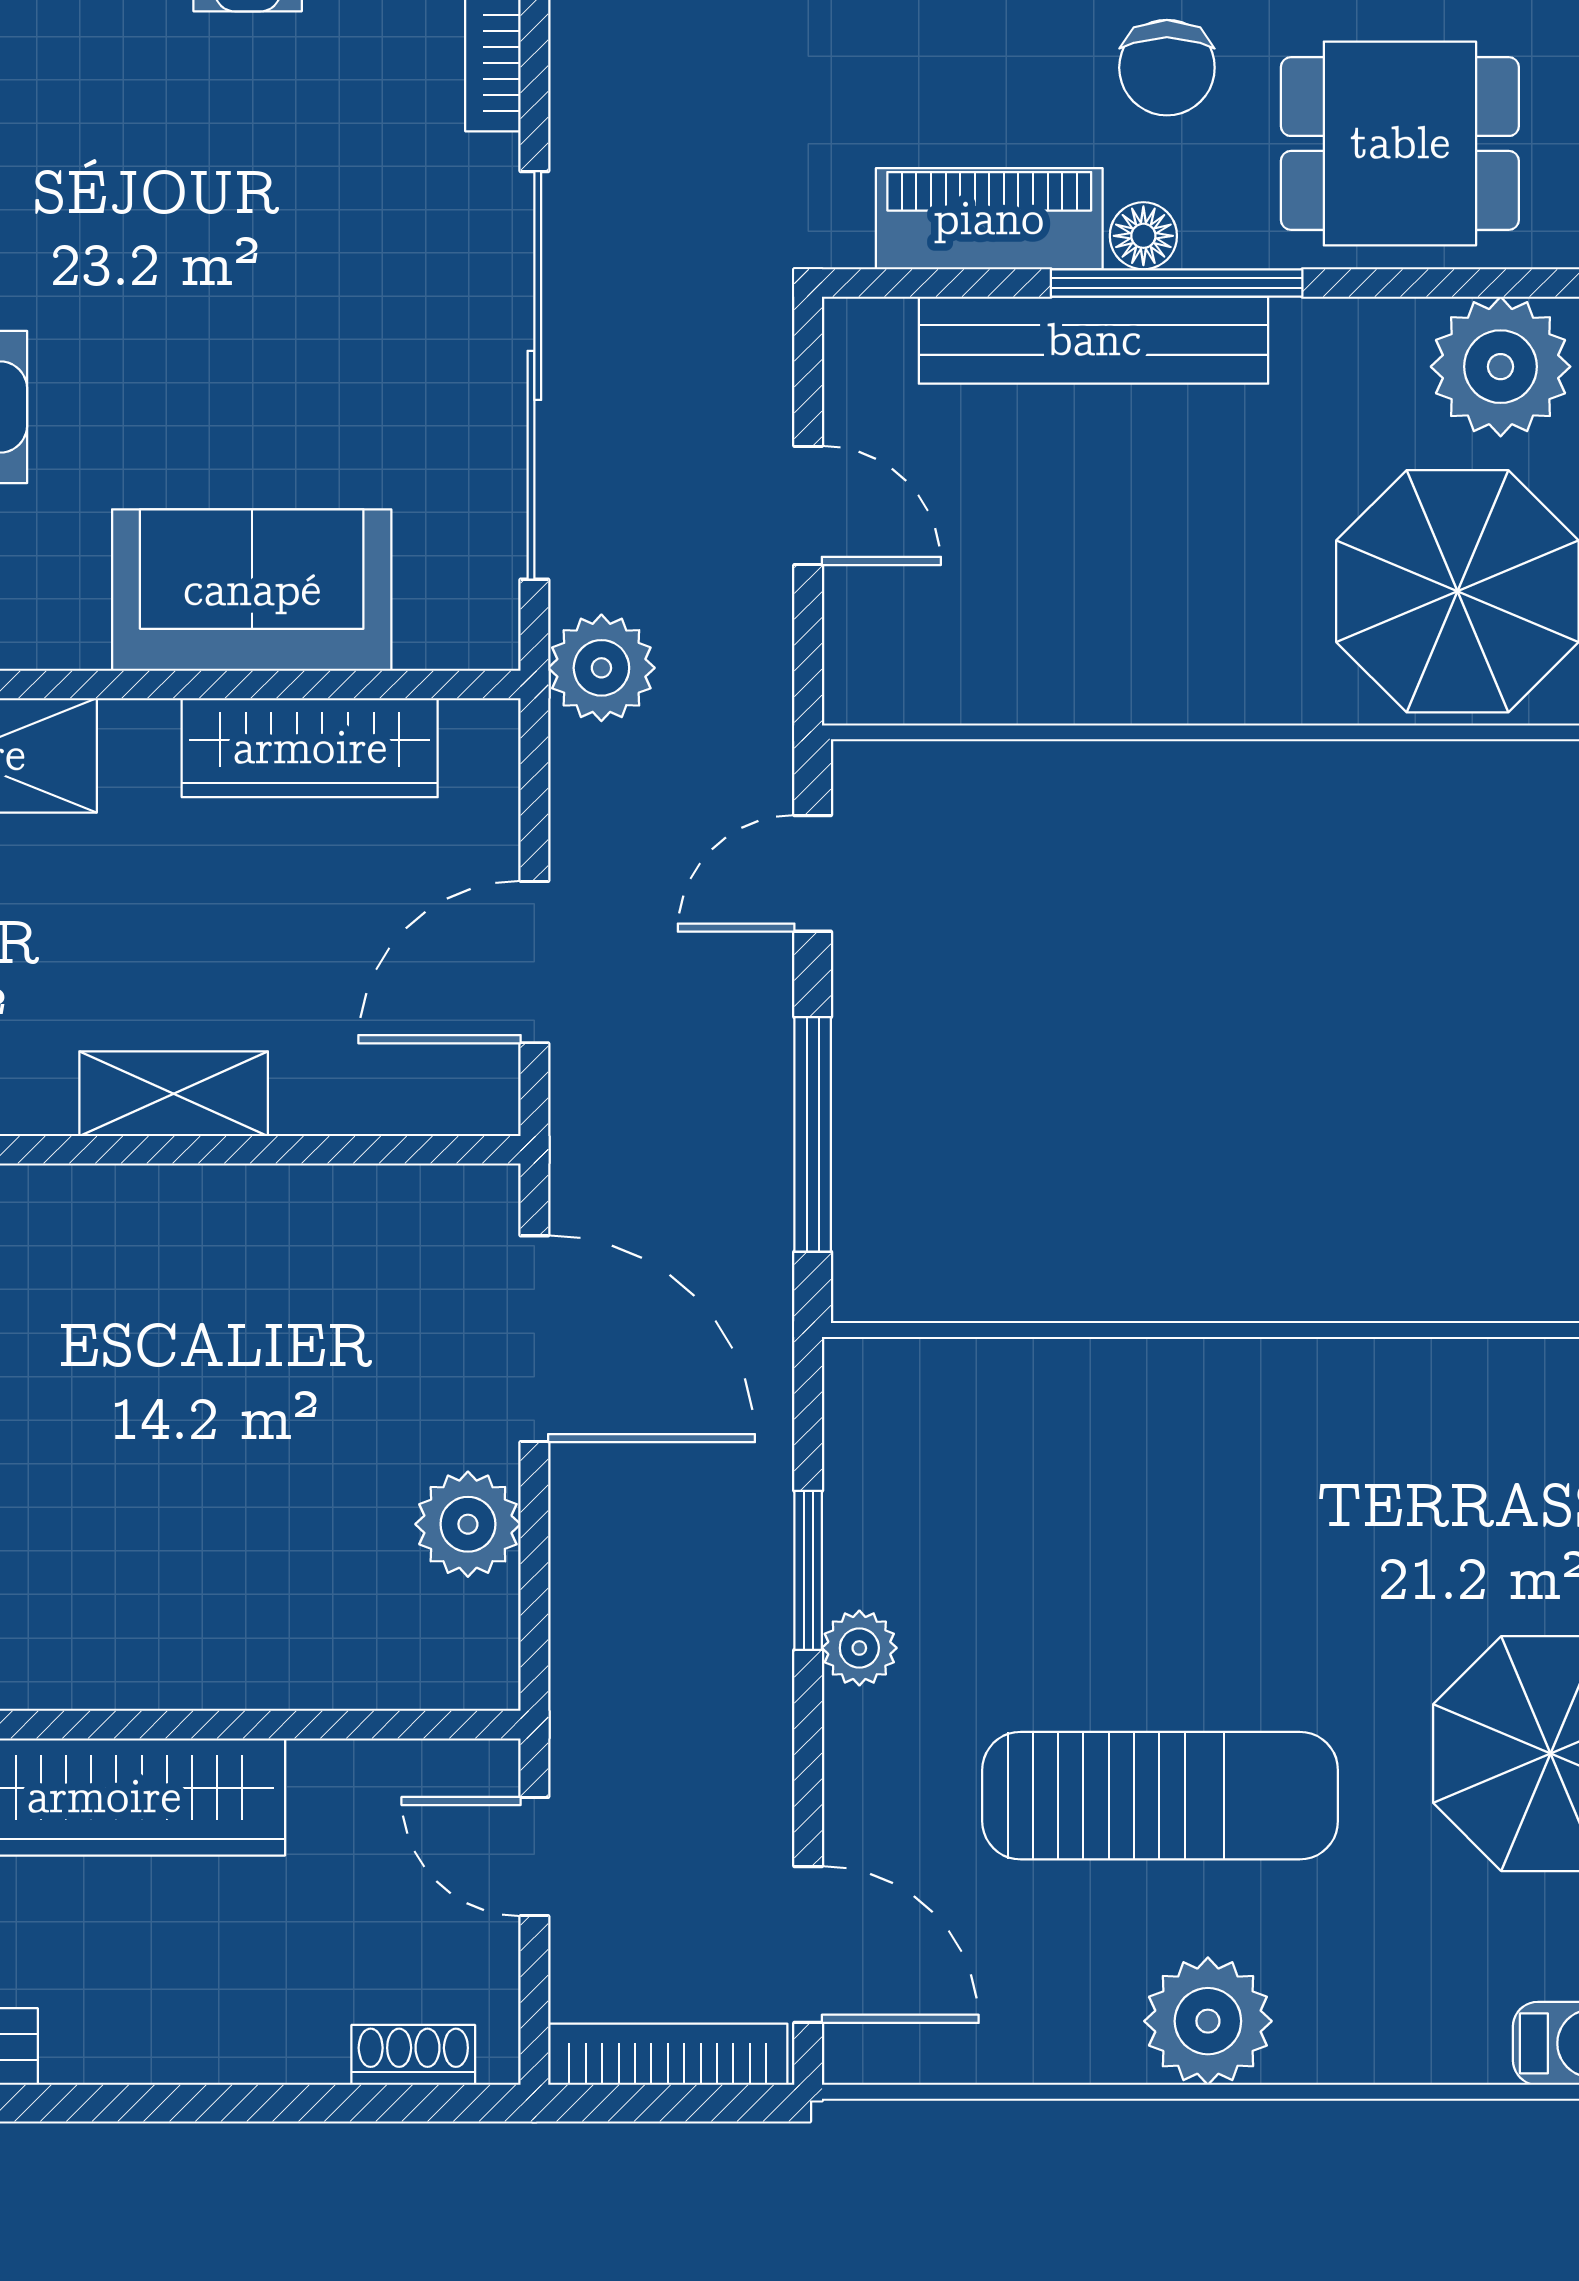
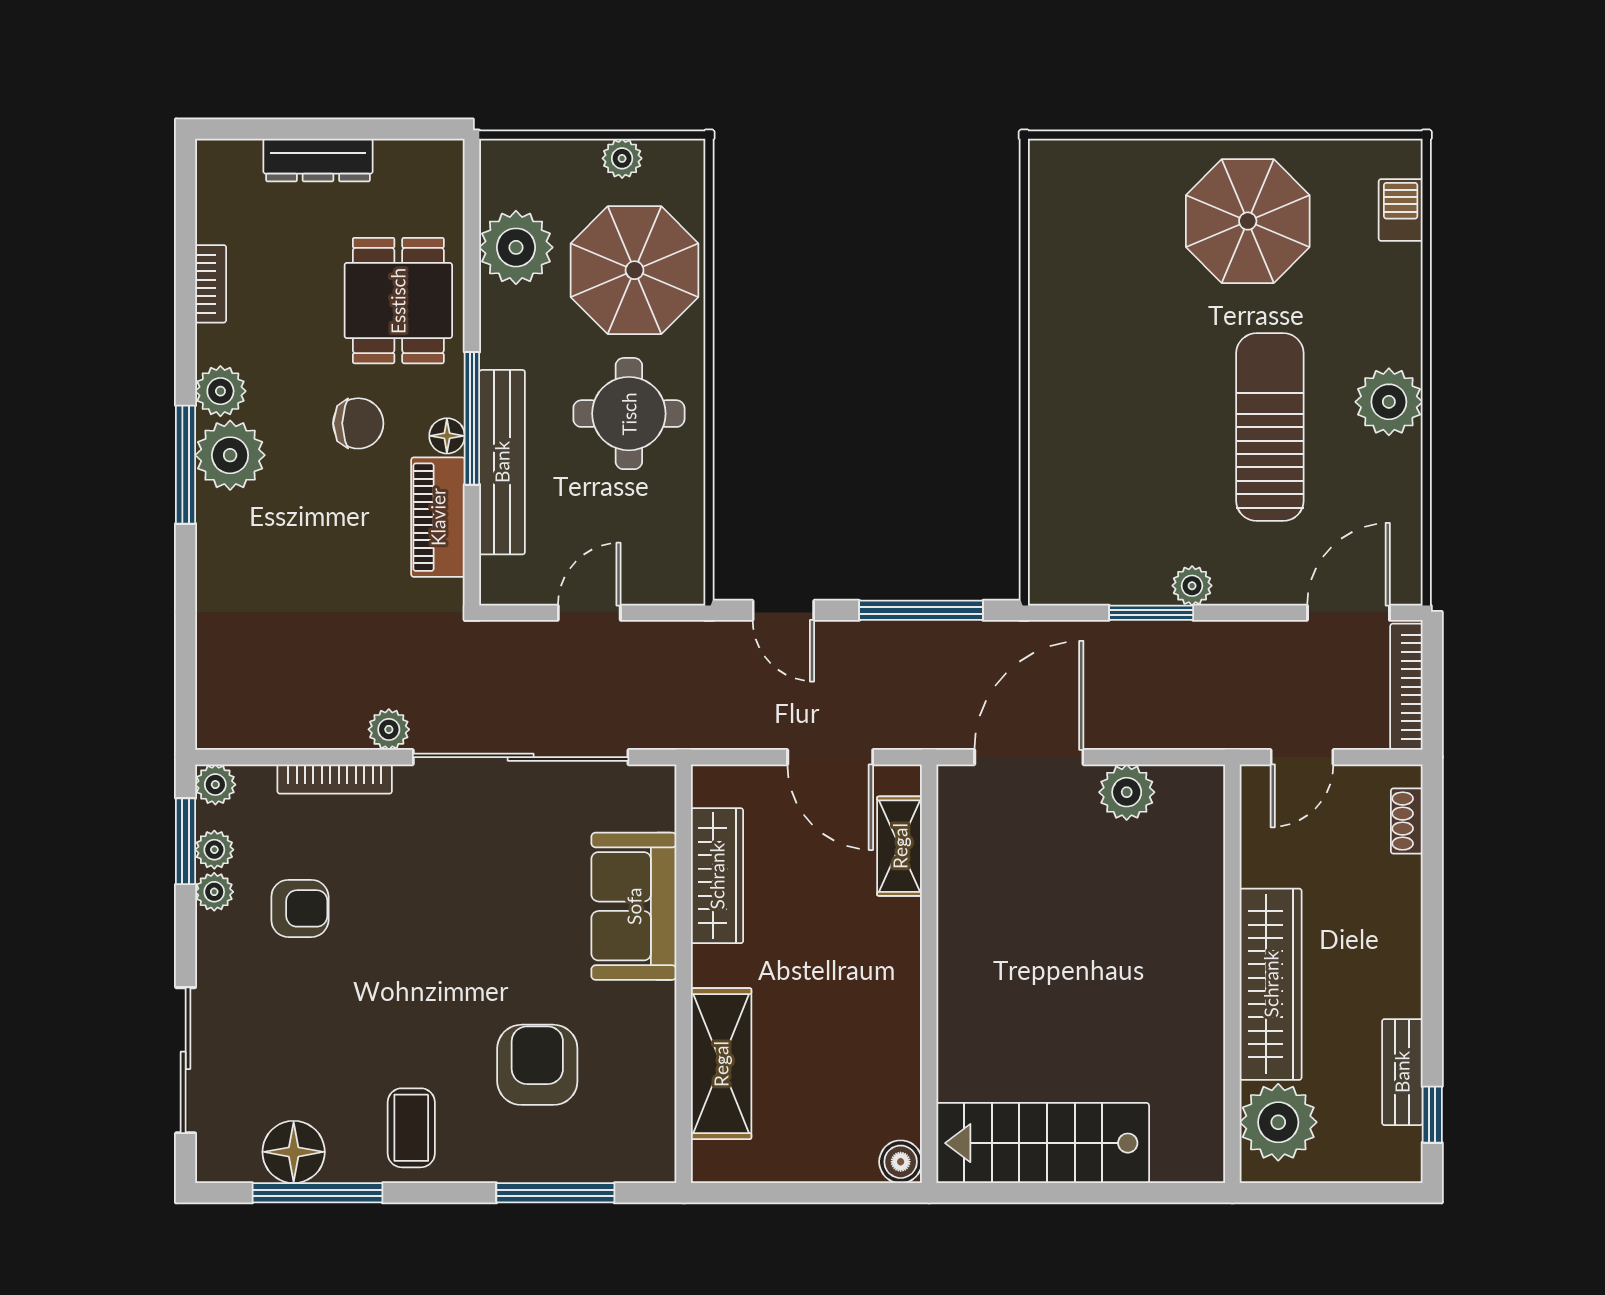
round table: (1186, 581) -> (629, 414), added
plant: (601, 668) -> (389, 729), moved, width x0.73, depth x0.73
shelving: (174, 1094) -> (900, 846), moved

